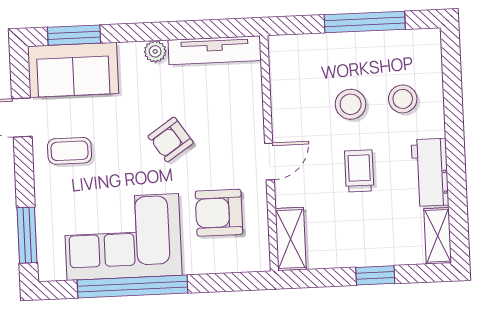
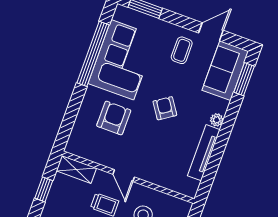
wall: (269, 153) -> (128, 177), moved
door: (269, 161) -> (124, 176), moved
shelving: (291, 239) -> (76, 169), moved

